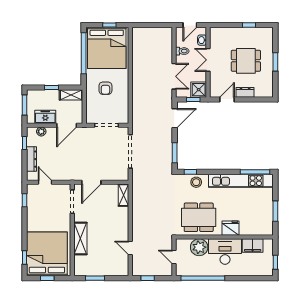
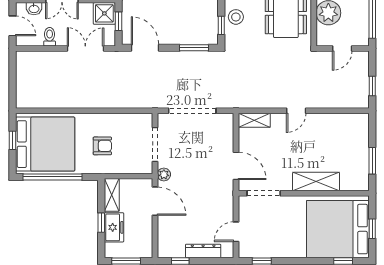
freezer: (45, 117) -> (114, 227), moved, turned 180
plant: (41, 131) -> (164, 174), moved
door: (130, 248) -> (296, 111), moved

